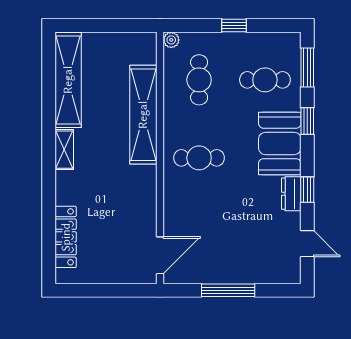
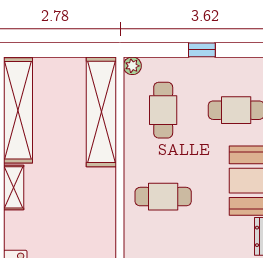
shelving: (143, 115) -> (101, 112), moved

